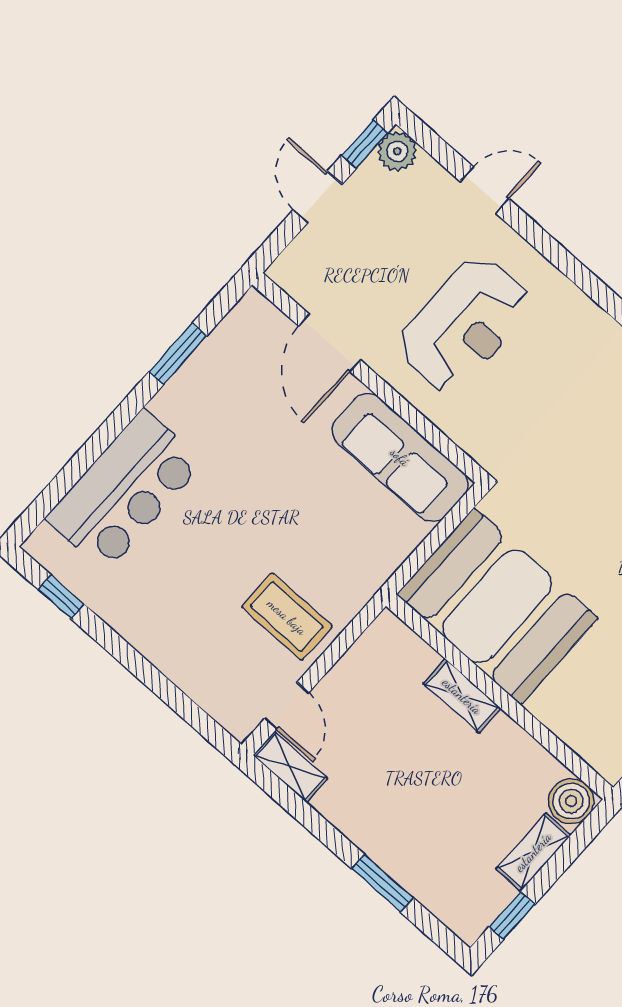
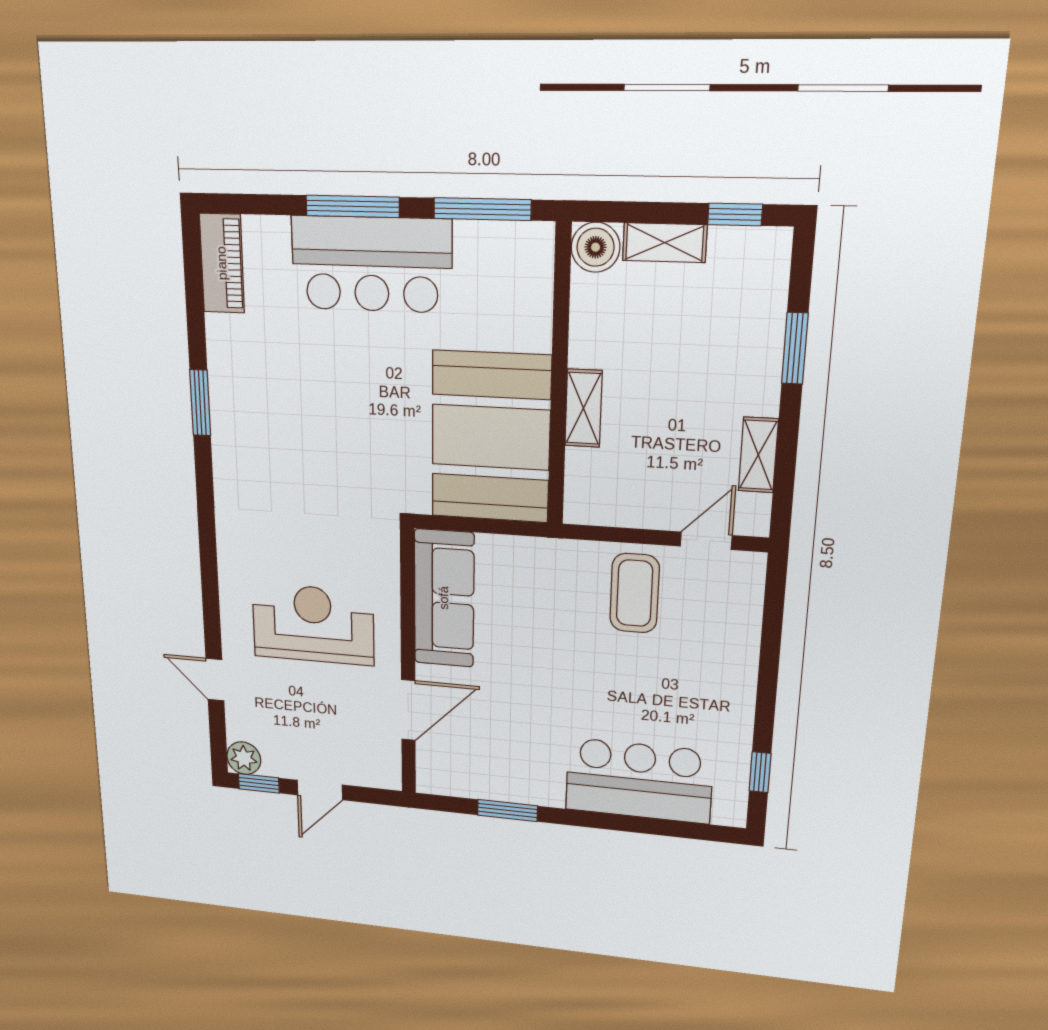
shelving: (290, 767) -> (758, 455), moved

